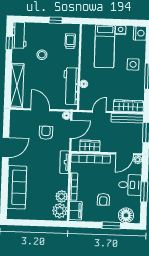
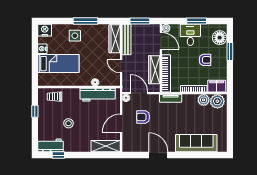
shelving: (17, 86) -> (106, 146), width x0.68
wardrobe: (90, 146) -> (154, 70), width x1.50

